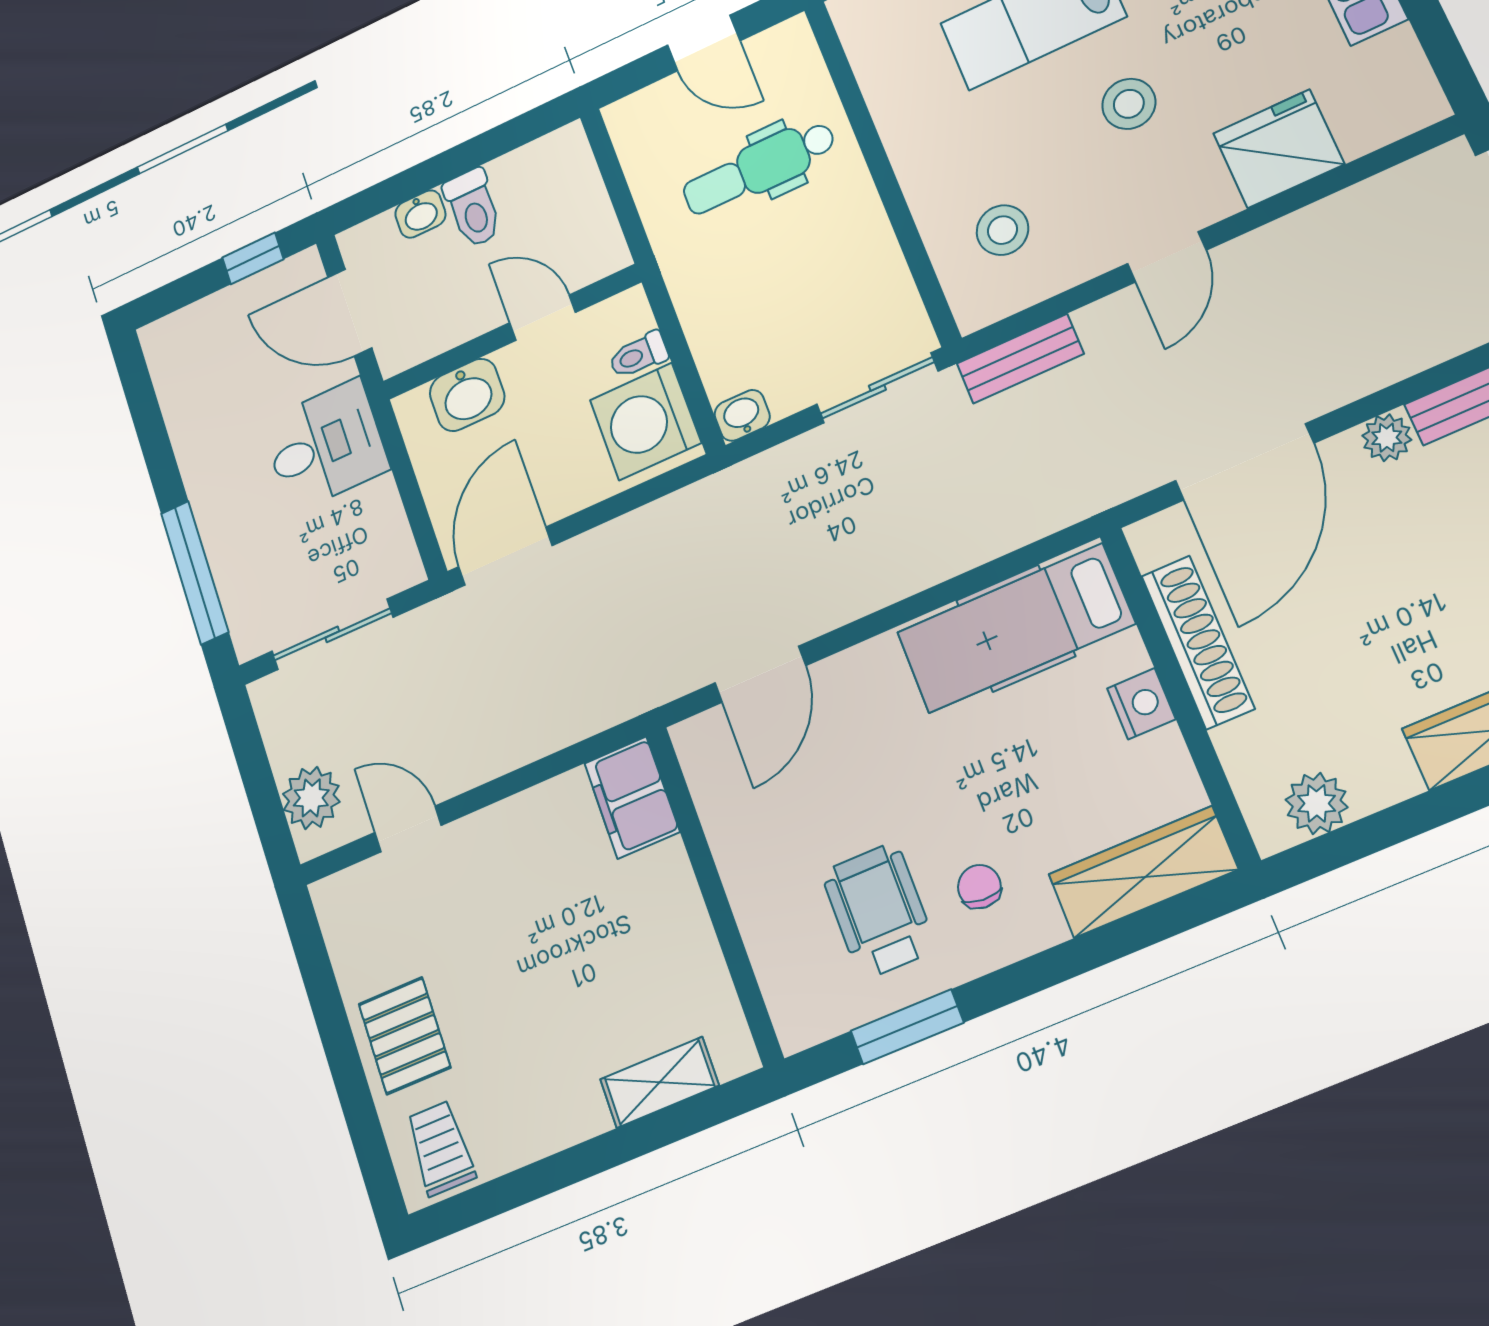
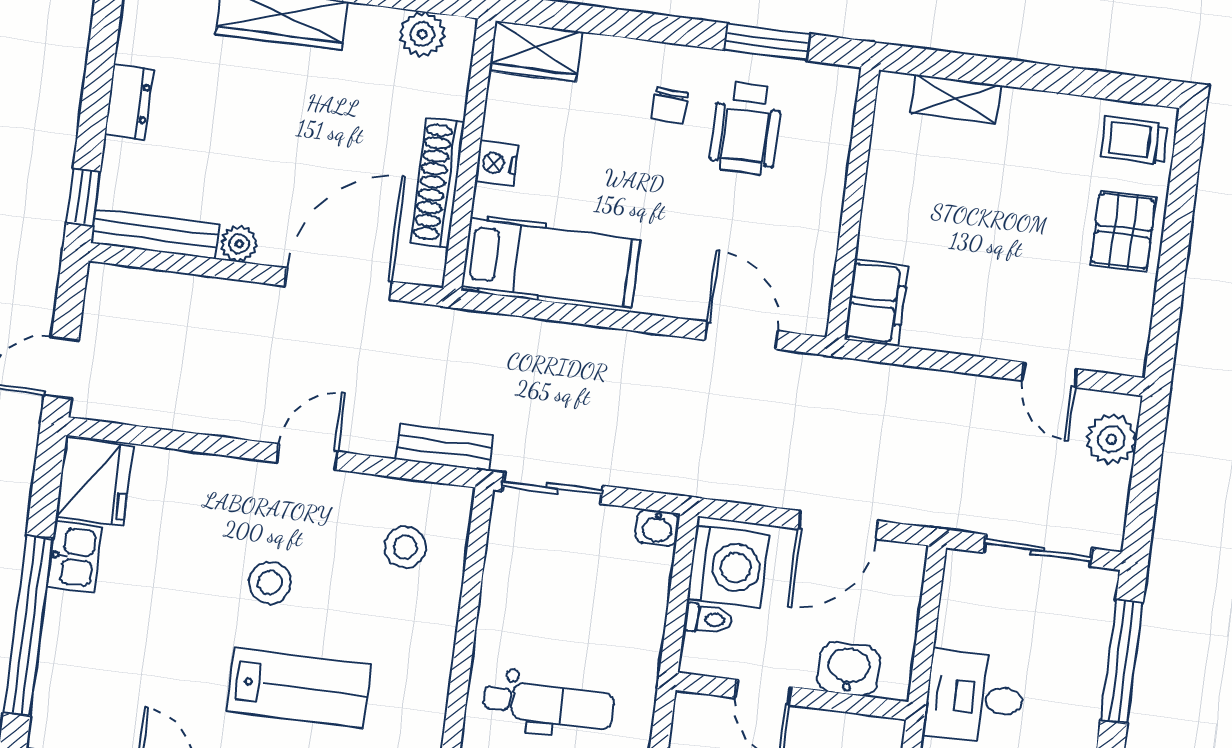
fridge: (1279, 149) -> (95, 482), moved, turned -90
door: (505, 556) -> (838, 525), moved
door: (760, 674) -> (742, 335), hinge flipped
wardrobe: (1143, 872) -> (536, 51), width x0.67
trolley: (441, 1148) -> (1134, 140), turned 90

